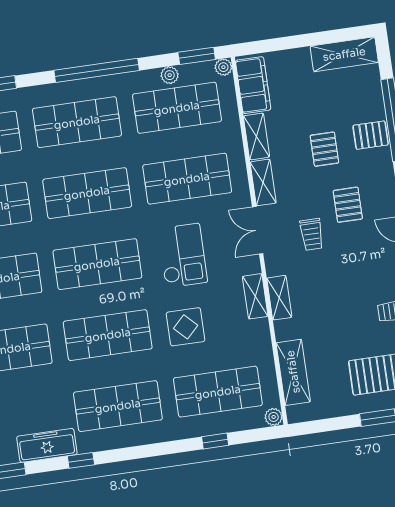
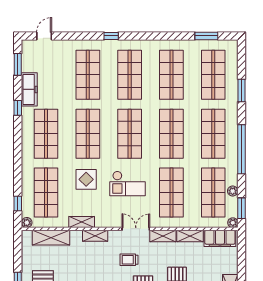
shelving: (255, 296) -> (82, 222), moved
window: (215, 441) -> (18, 203), moved

